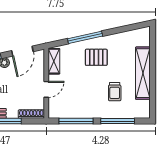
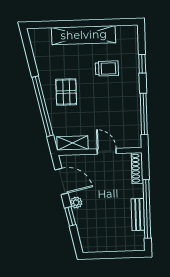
window: (85, 37) -> (43, 106), width x1.46
window: (118, 121) -> (142, 64), width x0.46

